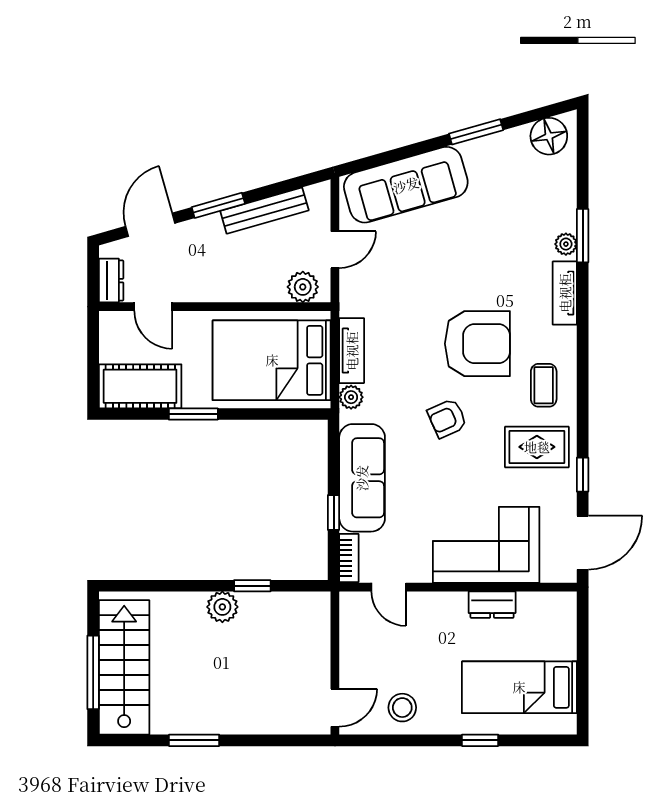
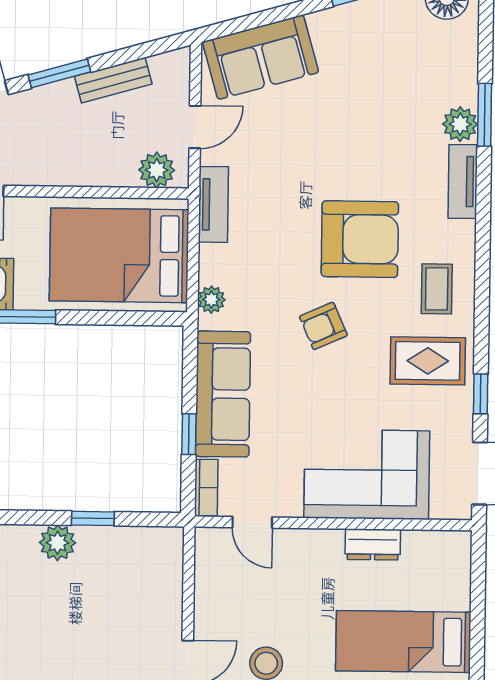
sofa: (406, 185) -> (261, 57), width x0.73
bench: (264, 211) -> (113, 80), width x0.73
plant: (566, 244) -> (460, 124), width x1.38, depth x1.38
tv unit: (352, 351) -> (213, 204), moved

